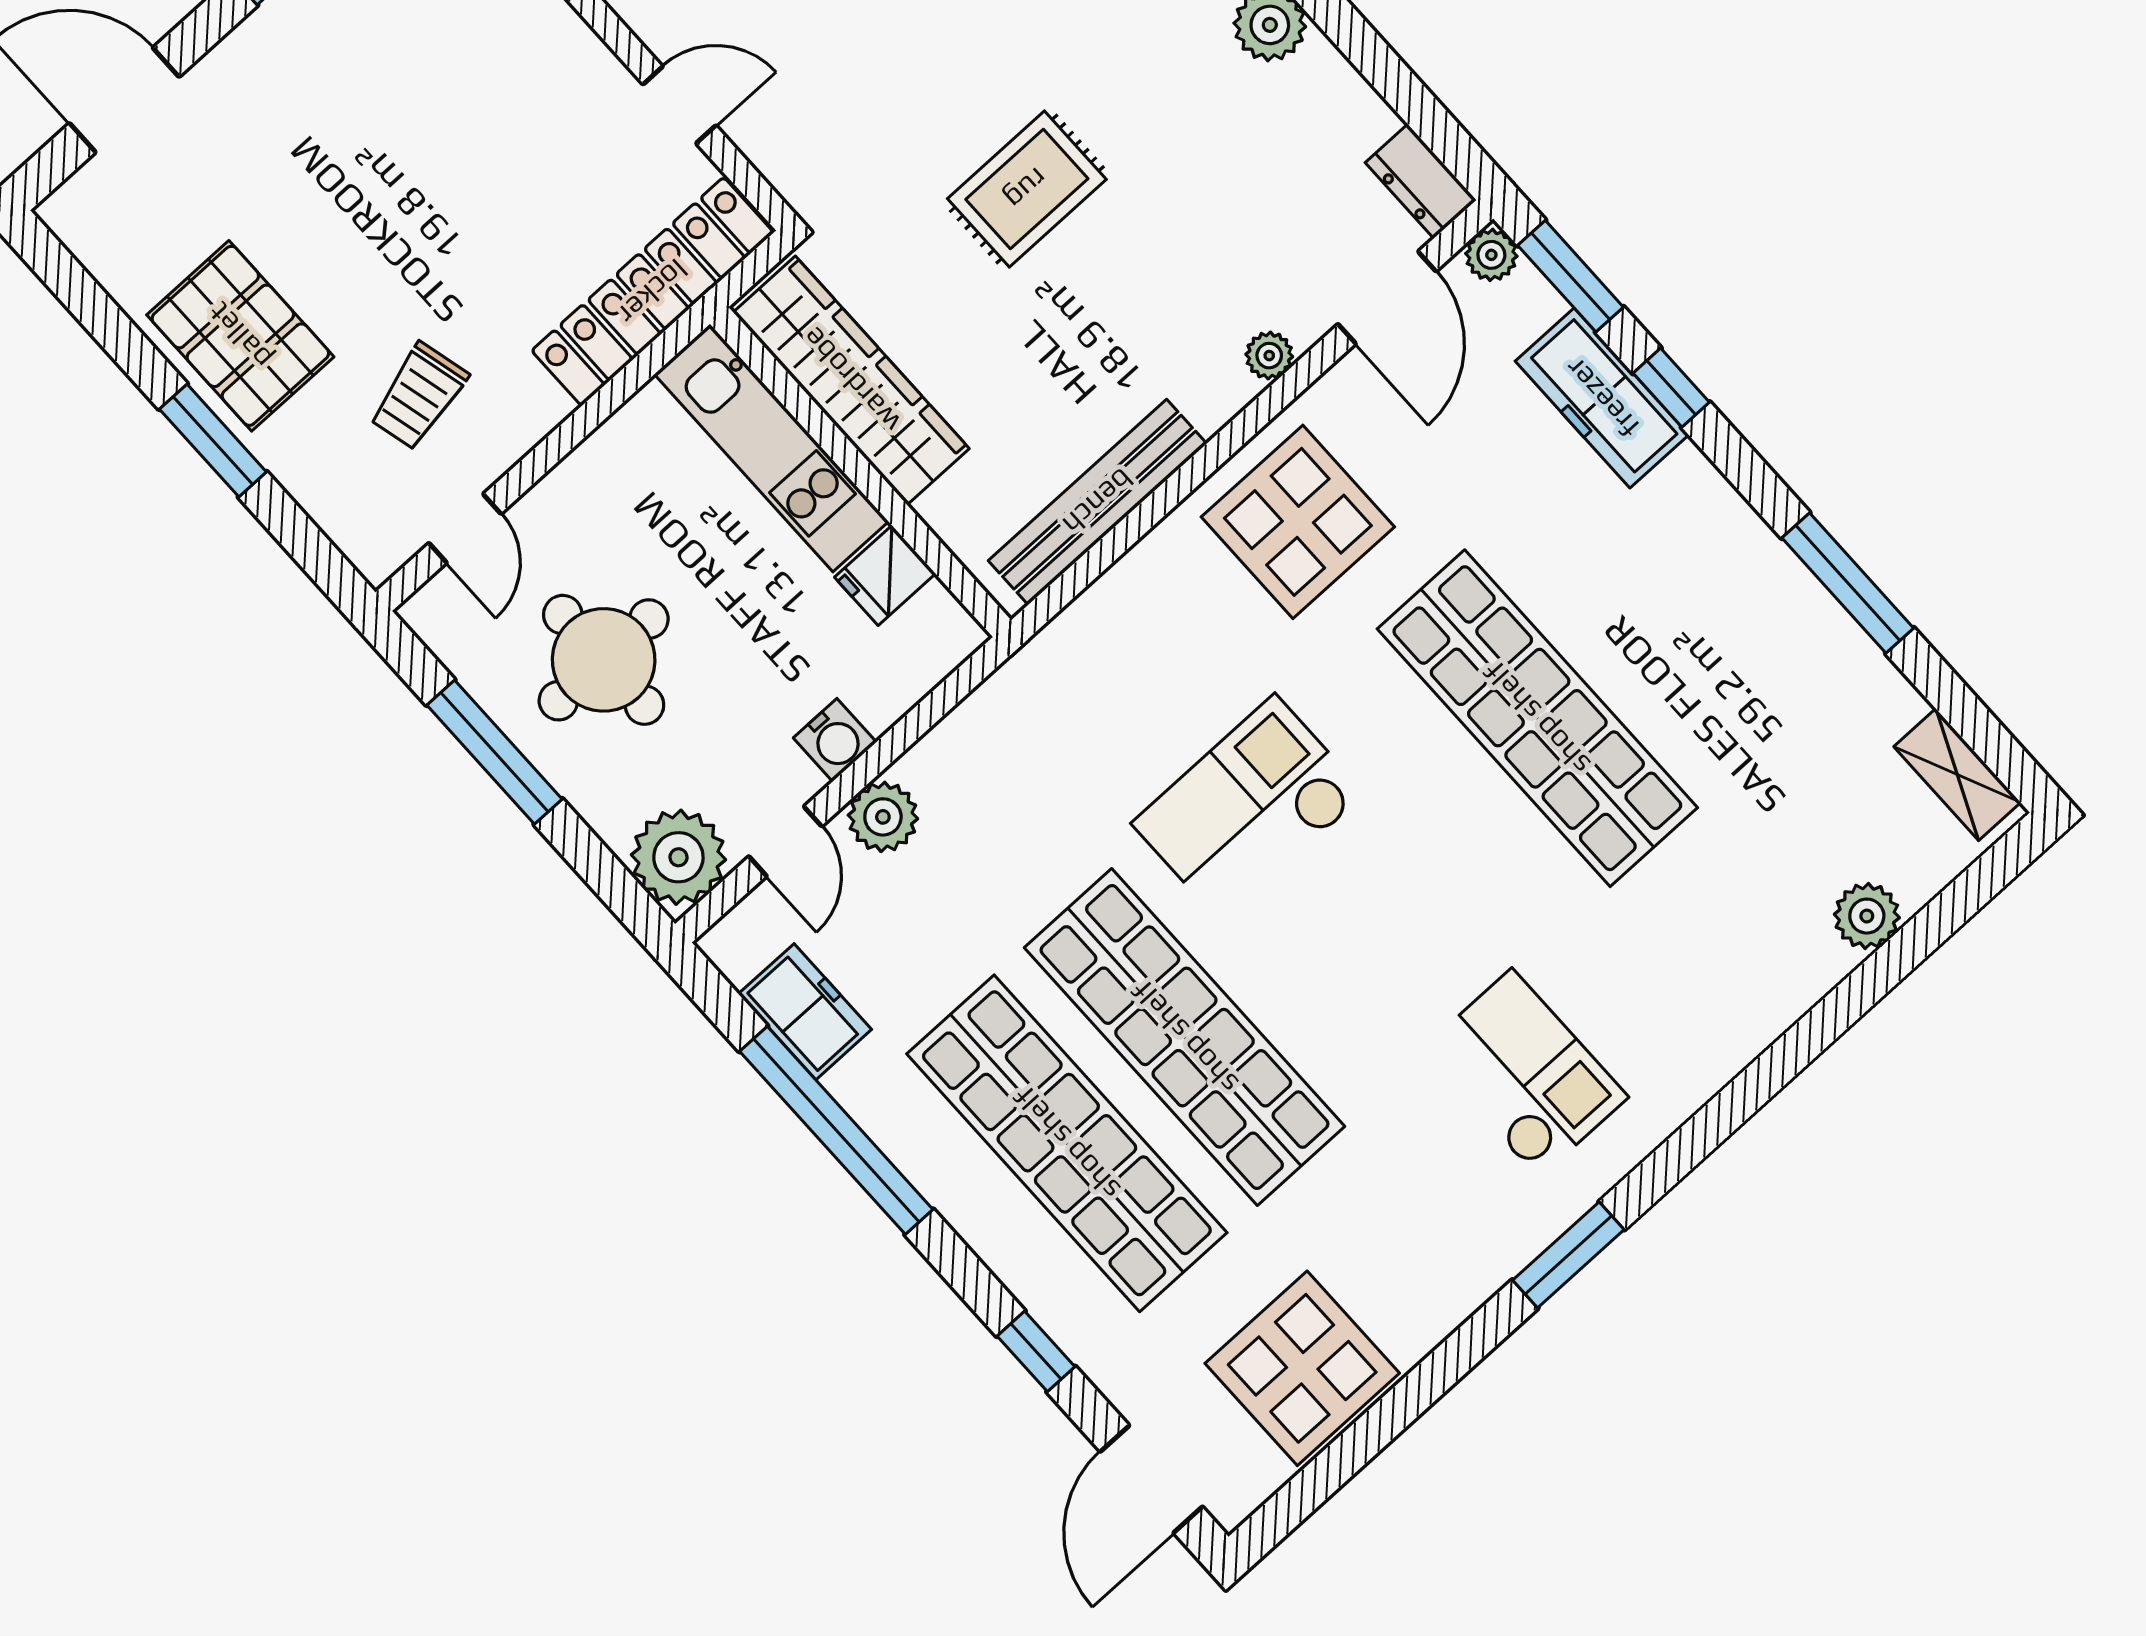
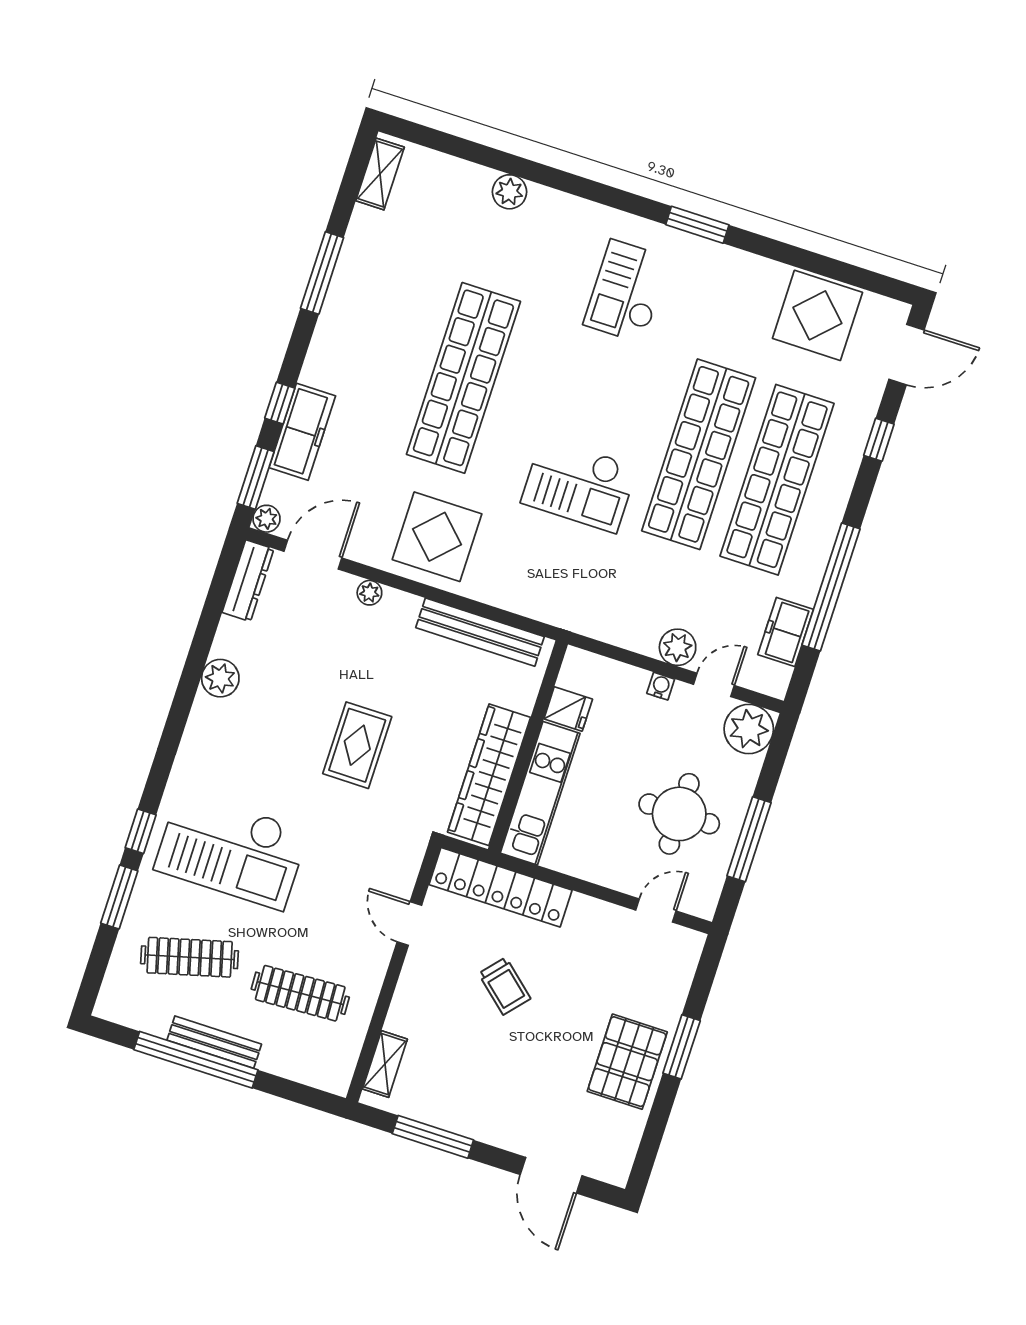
dresser: (1421, 181) -> (248, 581), width x1.44
rug: (1027, 189) -> (357, 745), turned 90
trolley: (419, 396) -> (504, 986), moved, turned 55
water cooler: (835, 740) -> (661, 686), width x0.72, depth x0.72
plant: (1867, 916) -> (509, 192), moved

